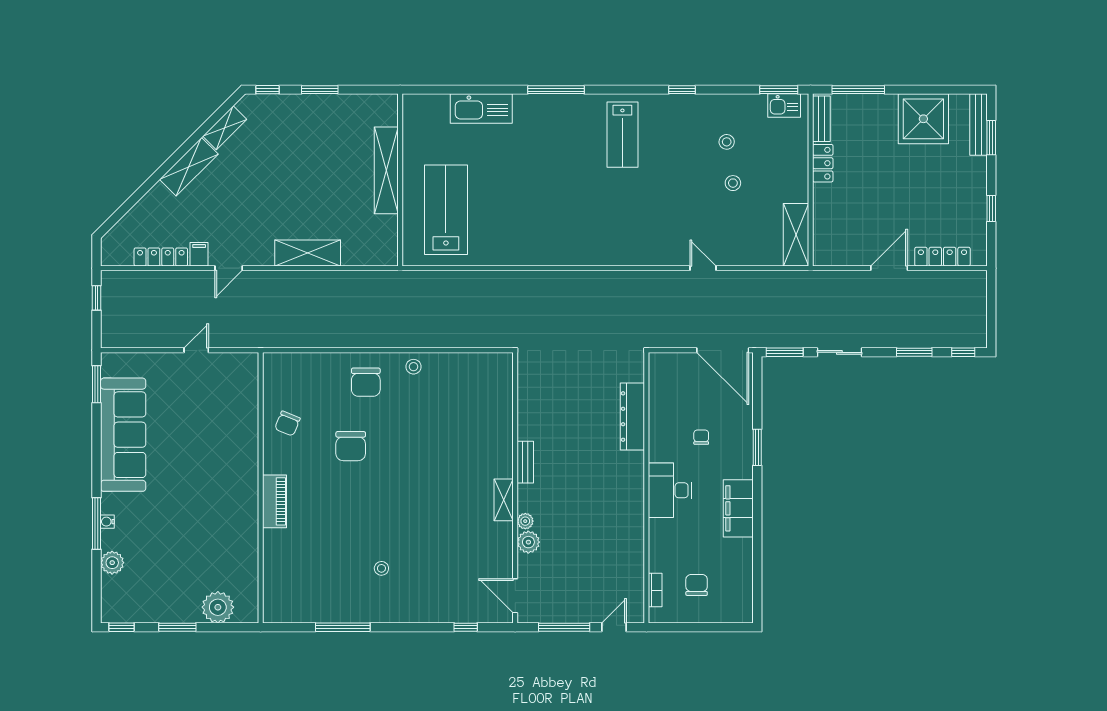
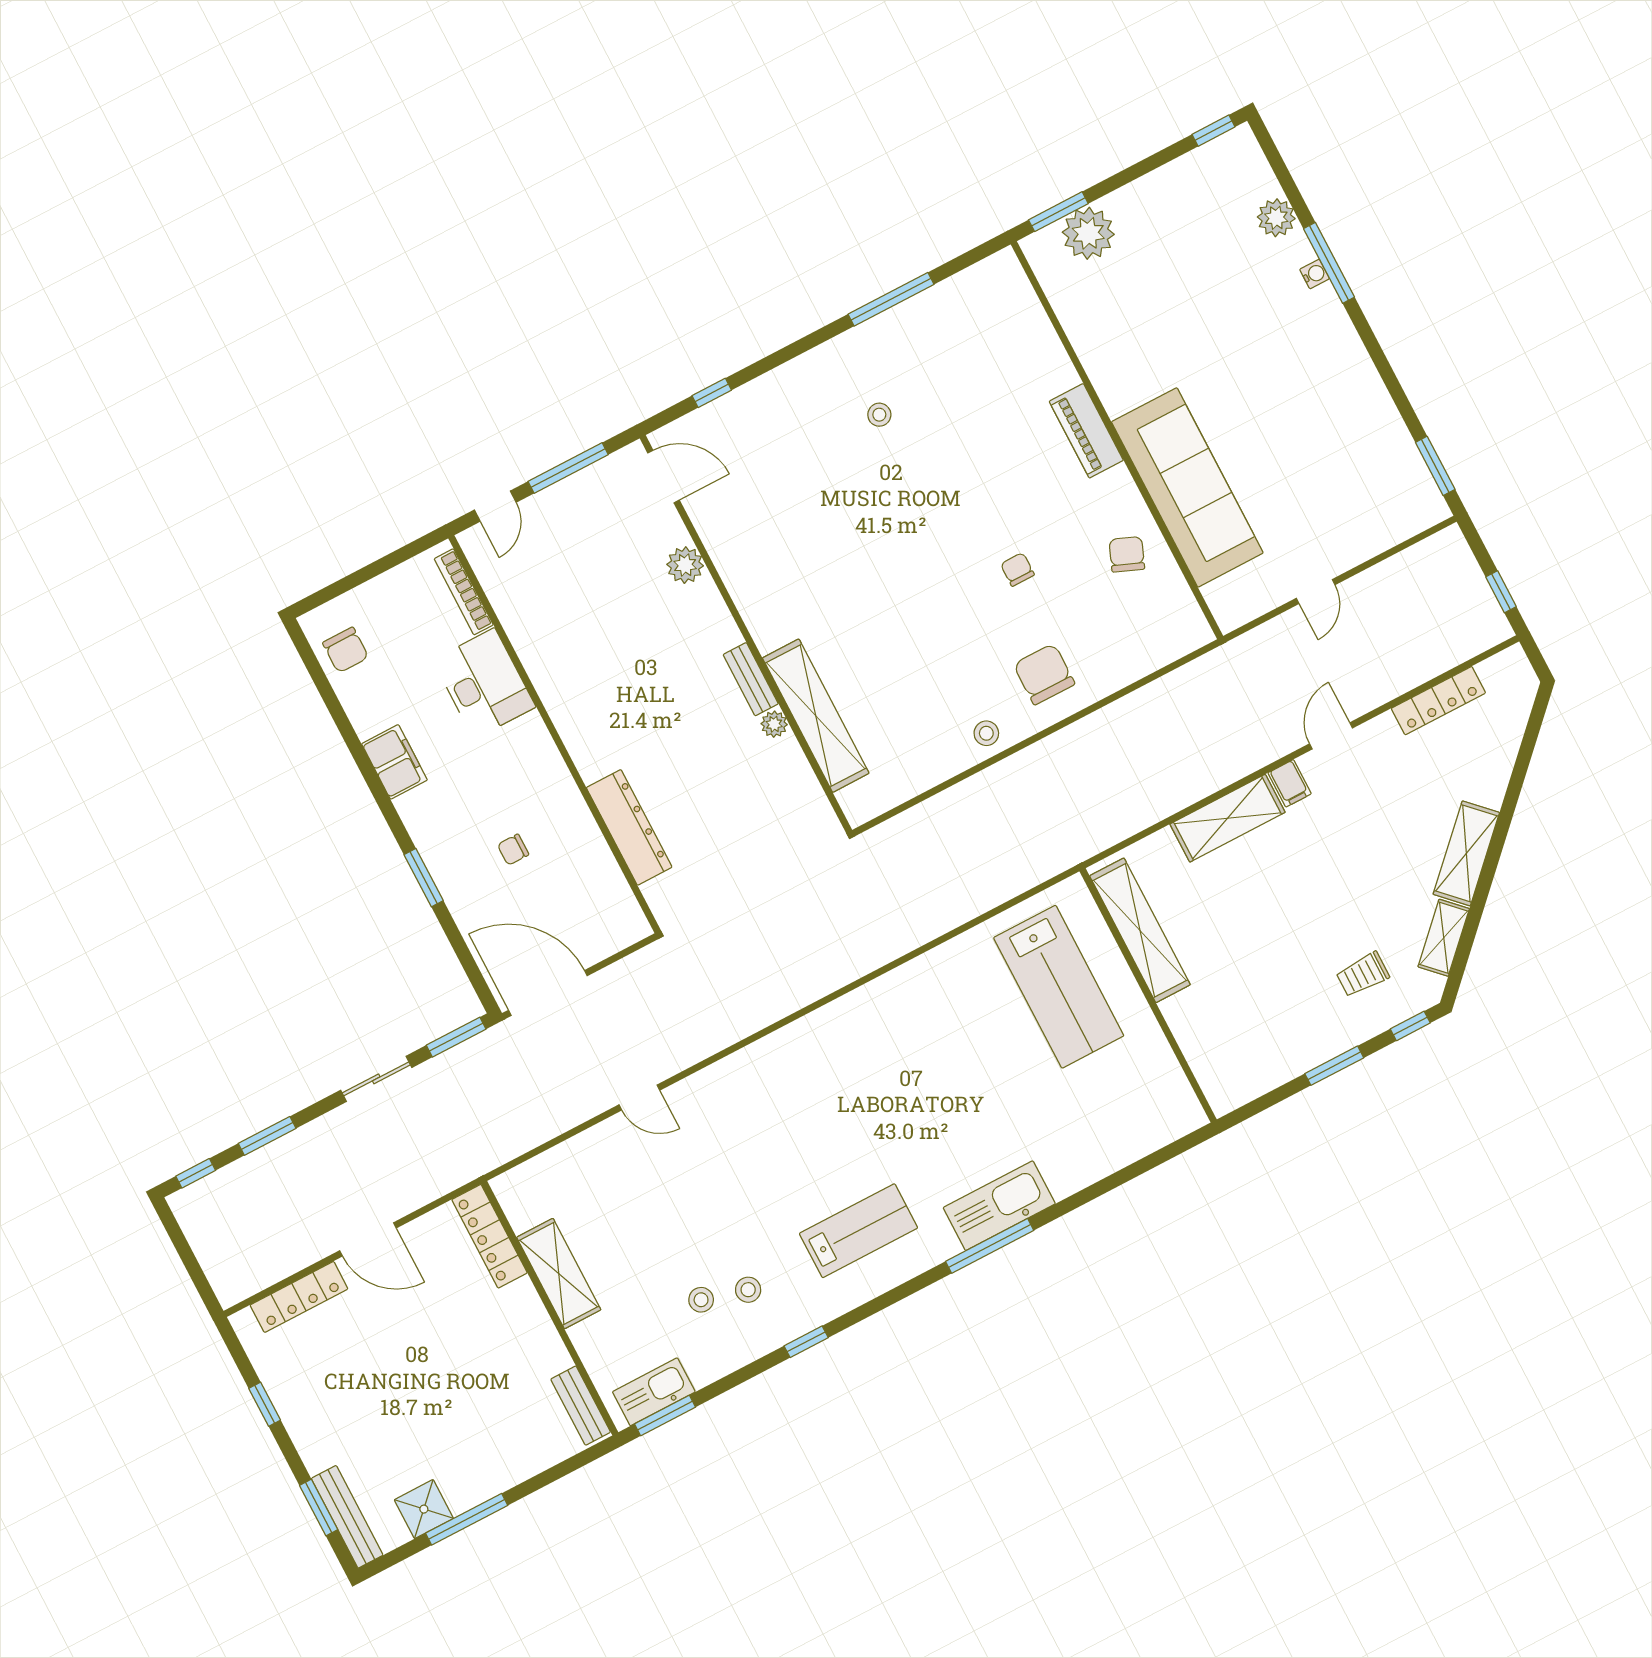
window: (858, 90) -> (467, 1519), moved
kitchen sink: (784, 106) -> (654, 1392), width x1.38
kitchen sink: (481, 109) -> (999, 1206), moved
shower: (923, 119) -> (424, 1509), width x0.54, depth x0.54
trolley: (279, 131) -> (1363, 974), added
lab bench: (622, 135) -> (859, 1231), turned 90
locker: (823, 163) -> (490, 1236), moved, width x1.53
shelving: (386, 170) -> (1140, 930), moved
stool: (733, 183) -> (748, 1290), moved
shelving: (796, 235) -> (559, 1274), moved
filing cabinet: (199, 254) -> (1290, 783), moved
door: (889, 268) -> (368, 1239), hinge flipped
sofa: (123, 435) -> (1187, 487), moved, turned 180
chair: (701, 437) -> (513, 850), turned 90
chair: (351, 446) -> (1017, 569), width x0.54, depth x0.54
desk: (670, 490) -> (484, 683), moved
shelving: (504, 500) -> (816, 716), moved, width x2.20, depth x1.33
filing cabinet: (738, 508) -> (394, 762), width x0.67, depth x0.86
plant: (525, 521) -> (774, 724), moved
chair: (697, 585) -> (346, 650), moved
bookcase: (655, 590) -> (464, 592), width x1.56
window: (177, 627) -> (1058, 212), moved

